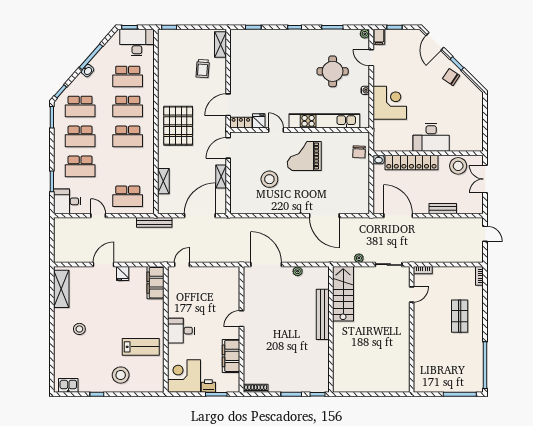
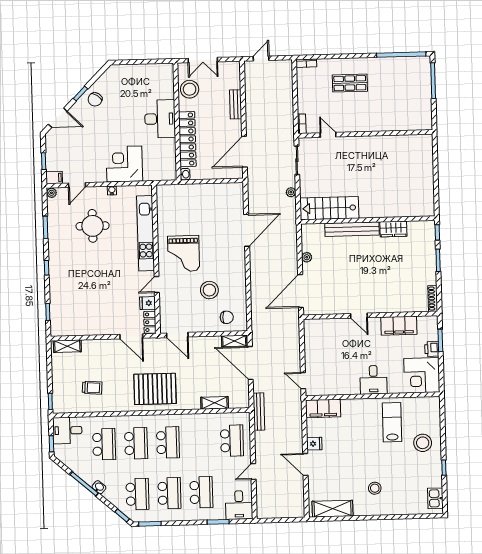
desk: (137, 42) -> (67, 430), width x0.73
trolley: (203, 69) -> (92, 388), moved
chair: (359, 152) -> (227, 317), moved
shelving: (221, 176) -> (234, 341), moved
wardrobe: (322, 353) -> (393, 229), added

